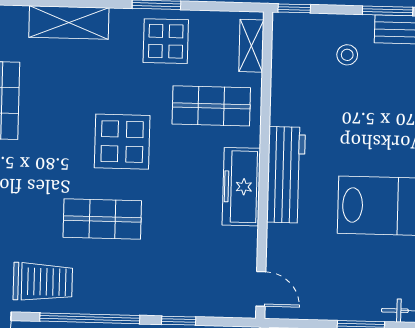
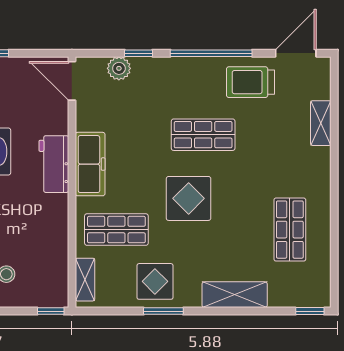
workbench: (286, 175) -> (54, 164), width x0.73
door: (261, 289) -> (72, 81), width x1.38
plant: (203, 303) -> (119, 68), added

